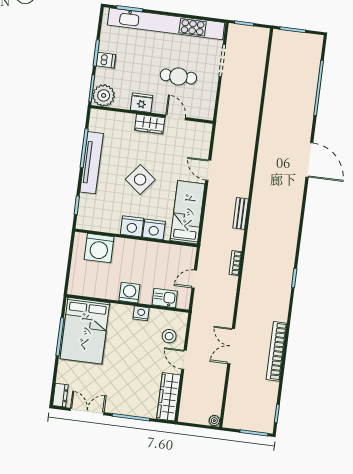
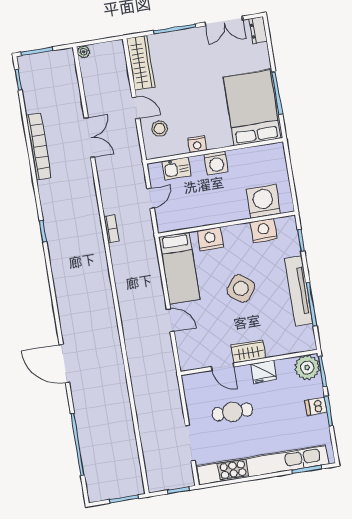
bench: (241, 213) -> (122, 284), removed
nightstand: (132, 226) -> (264, 231), moved

